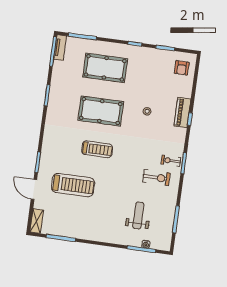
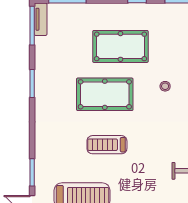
pool table: (105, 68) -> (120, 46), moved
treadmill: (97, 149) -> (107, 145), turned 180

